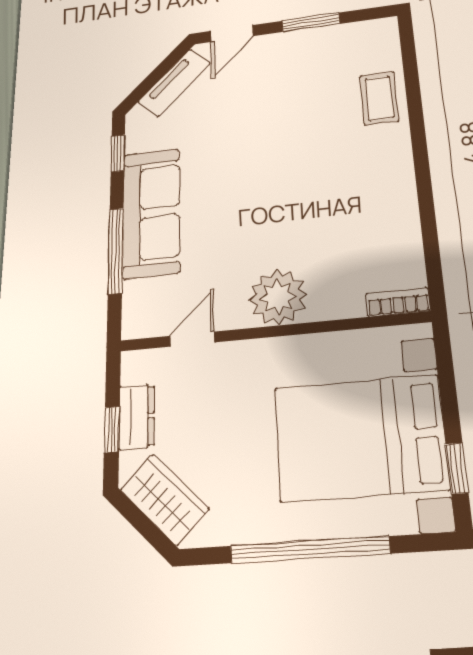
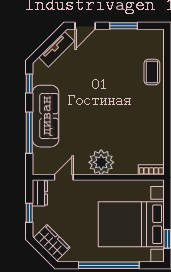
dresser: (137, 417) -> (40, 193), moved

